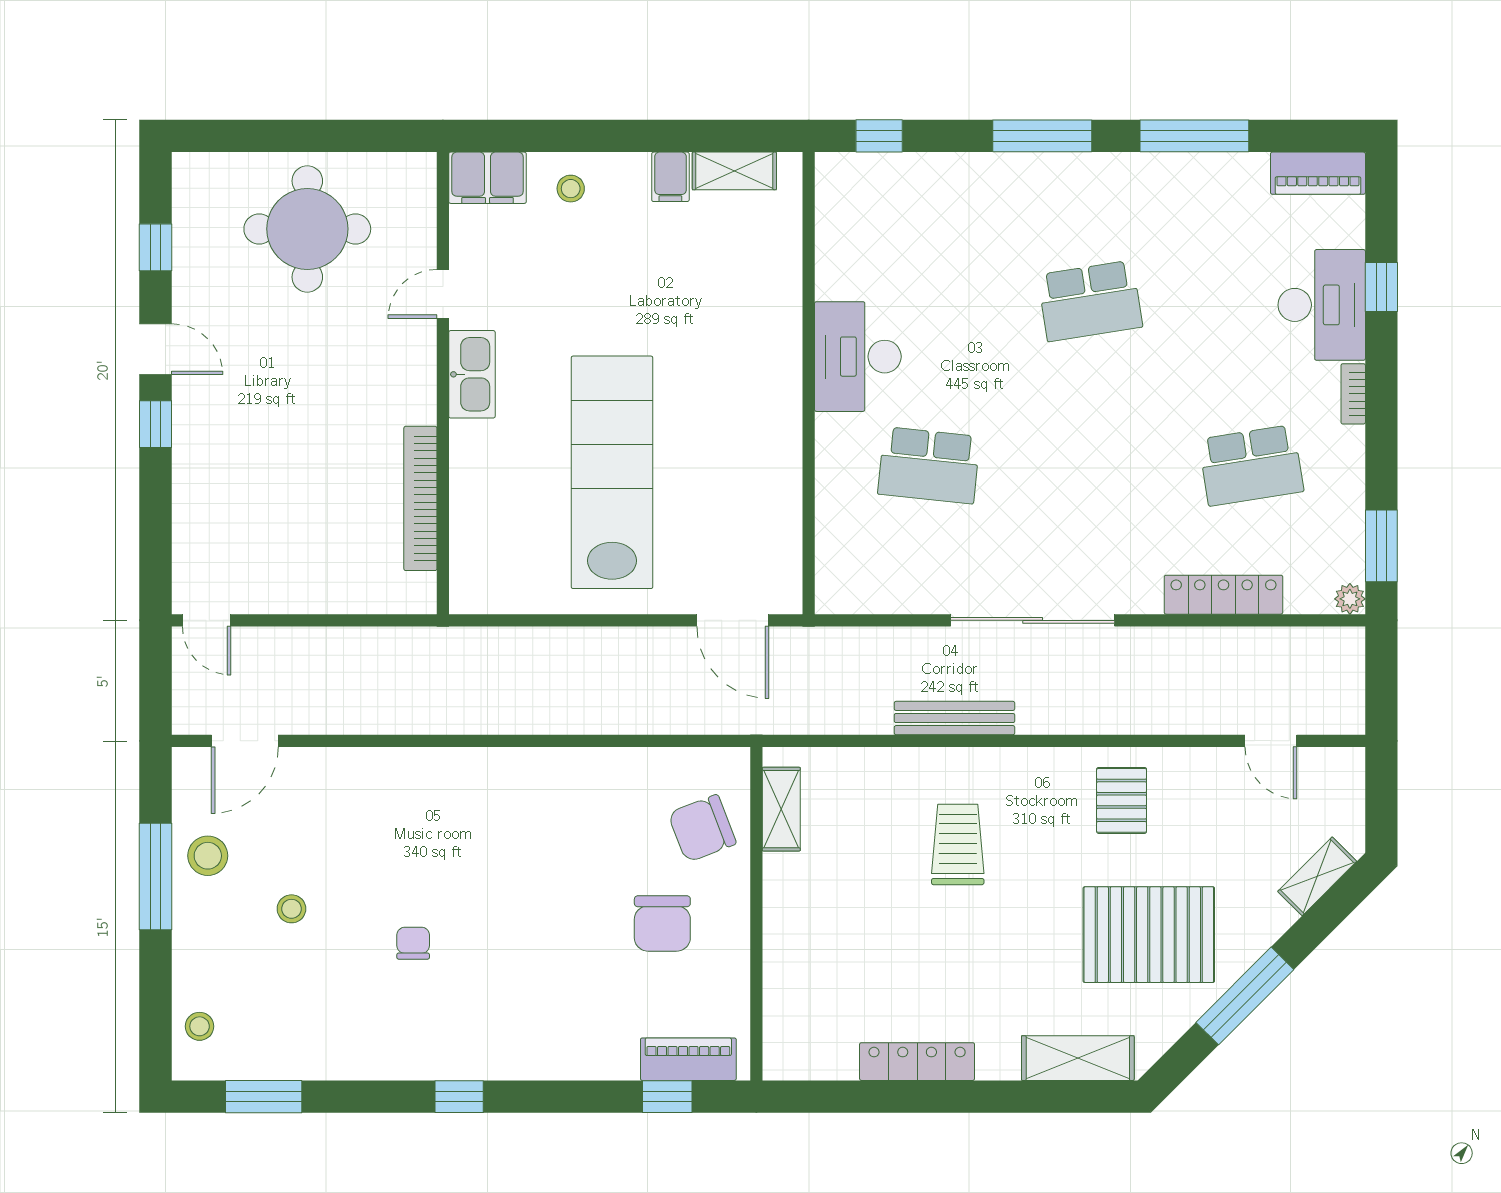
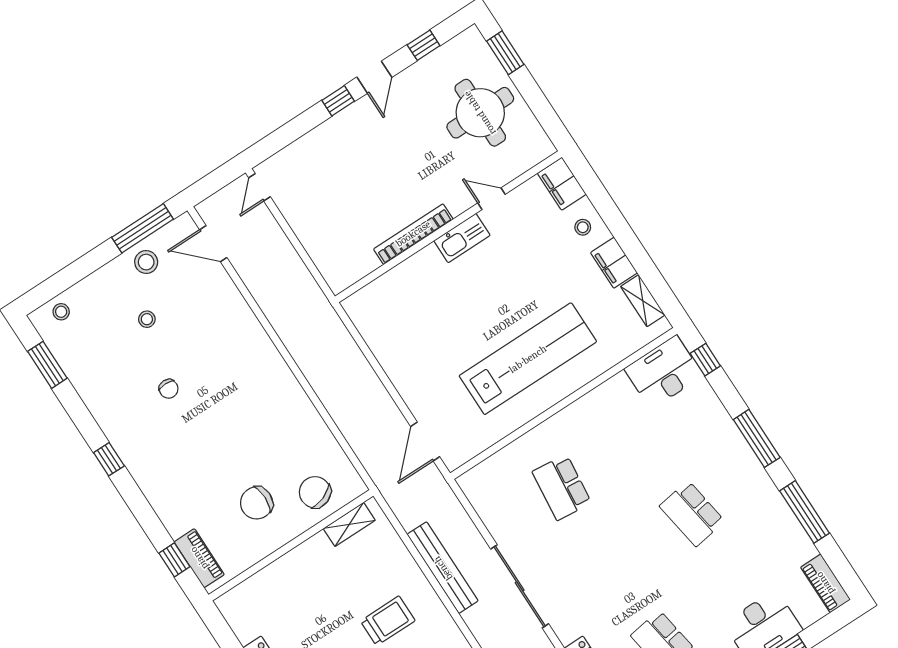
window: (244, 136) -> (505, 53), added
filing cabinet: (670, 177) -> (614, 263), width x2.00
desk: (858, 357) -> (664, 372), moved
lab bench: (612, 472) -> (528, 359), moved
bookcase: (420, 498) -> (413, 234), moved
bench: (954, 718) -> (443, 568), width x1.37, depth x1.21
window: (155, 876) -> (143, 228), moved
chair: (413, 943) -> (169, 389), turned 90

